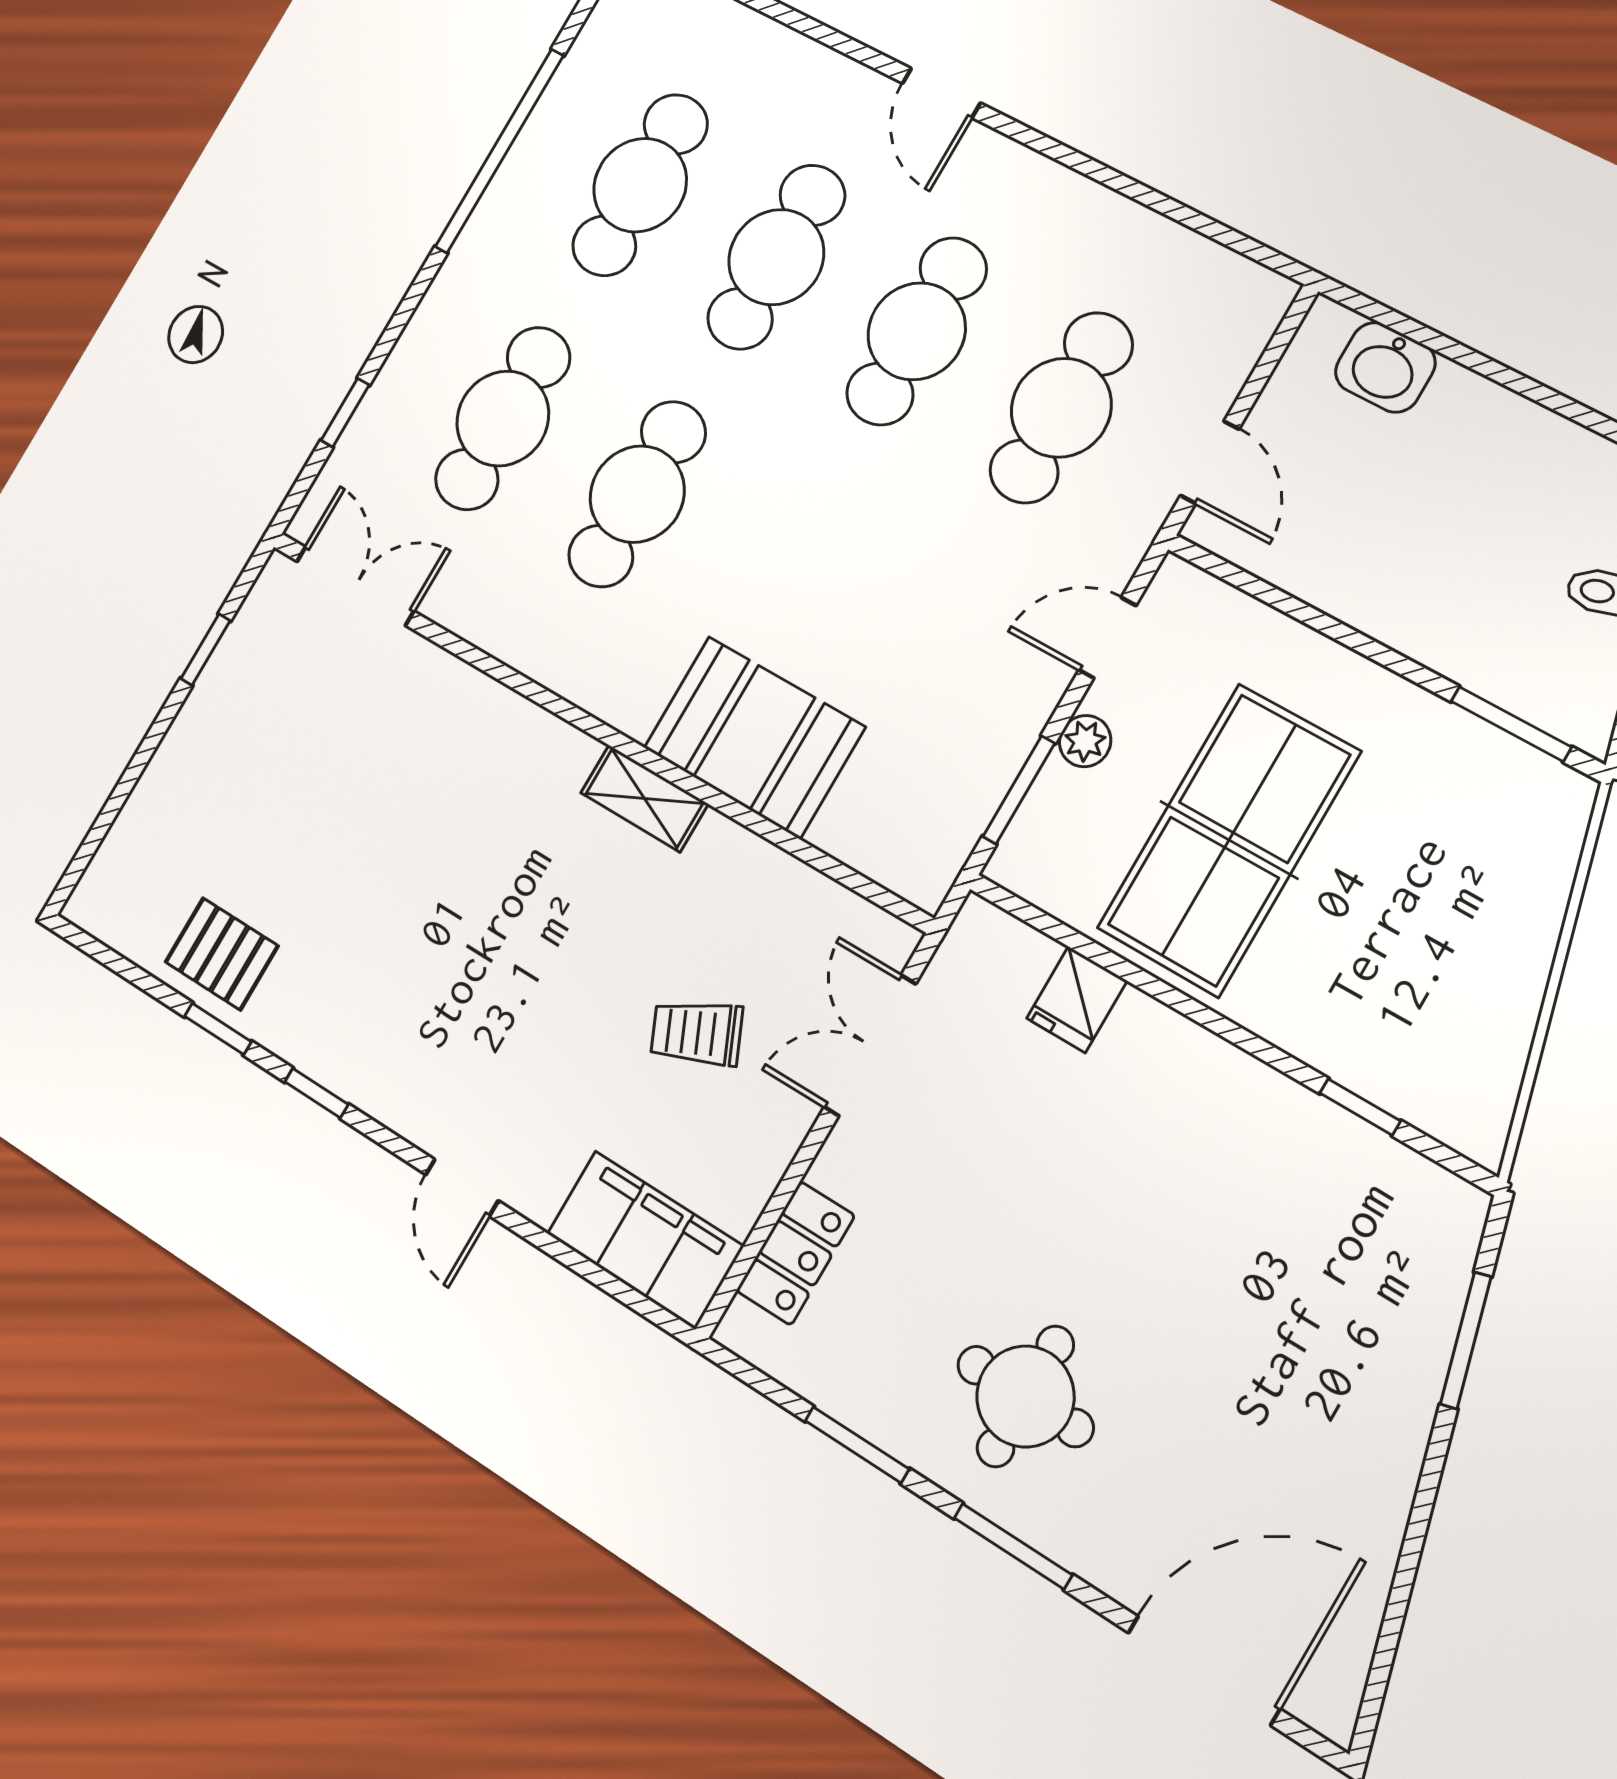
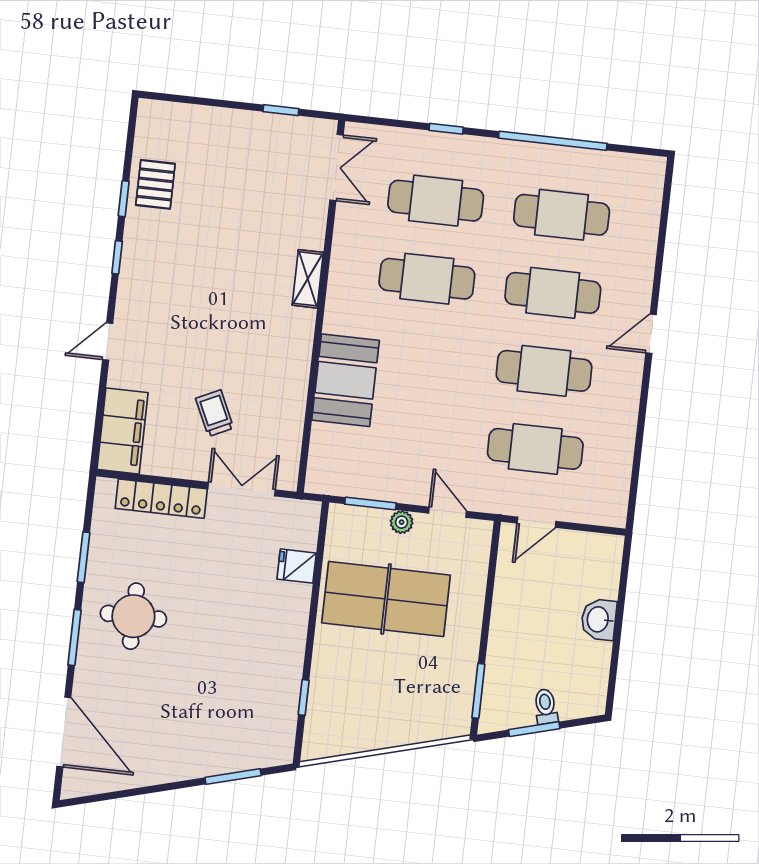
washbasin: (1385, 367) -> (599, 619), moved
window: (345, 413) -> (446, 129), moved
shelving: (644, 798) -> (308, 279), moved
locker: (795, 1253) -> (161, 499), width x1.53

